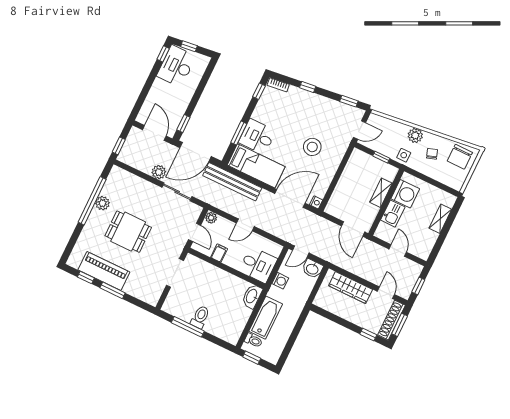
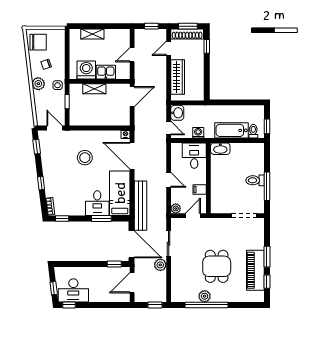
doorway: (175, 273) -> (244, 216), moved

